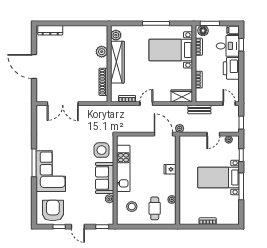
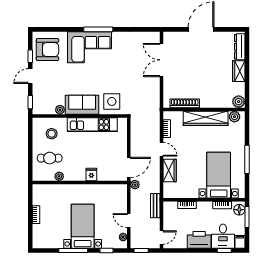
wardrobe: (73, 31) -> (239, 71), added
plant: (102, 52) -> (239, 102), moved
wardrobe: (182, 96) -> (170, 170), moved

